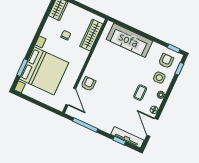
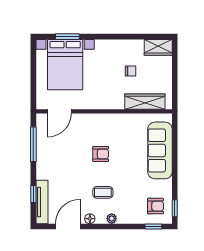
bed with nightstands: (44, 71) -> (65, 65), width x0.73
side table: (159, 78) -> (132, 207), removed
armchair: (88, 84) -> (101, 154), moved

